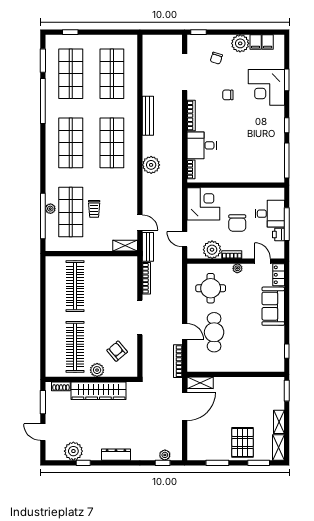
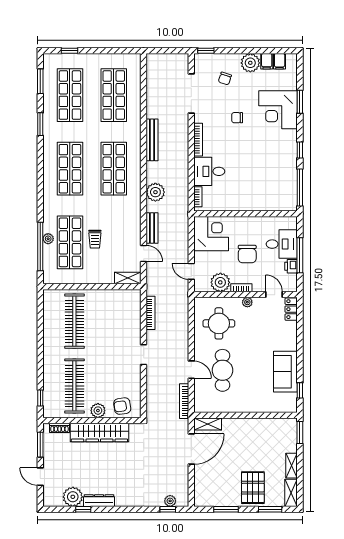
window: (43, 101) -> (40, 124), width x0.47
bench: (148, 247) -> (152, 228), moved
sofa: (273, 306) -> (285, 372), moved
doorway: (140, 318) -> (144, 355), width x0.53
armchair: (117, 351) -> (122, 406), moved, turned -58
window: (43, 358) -> (40, 398), added
dresser: (116, 455) -> (99, 501), moved

